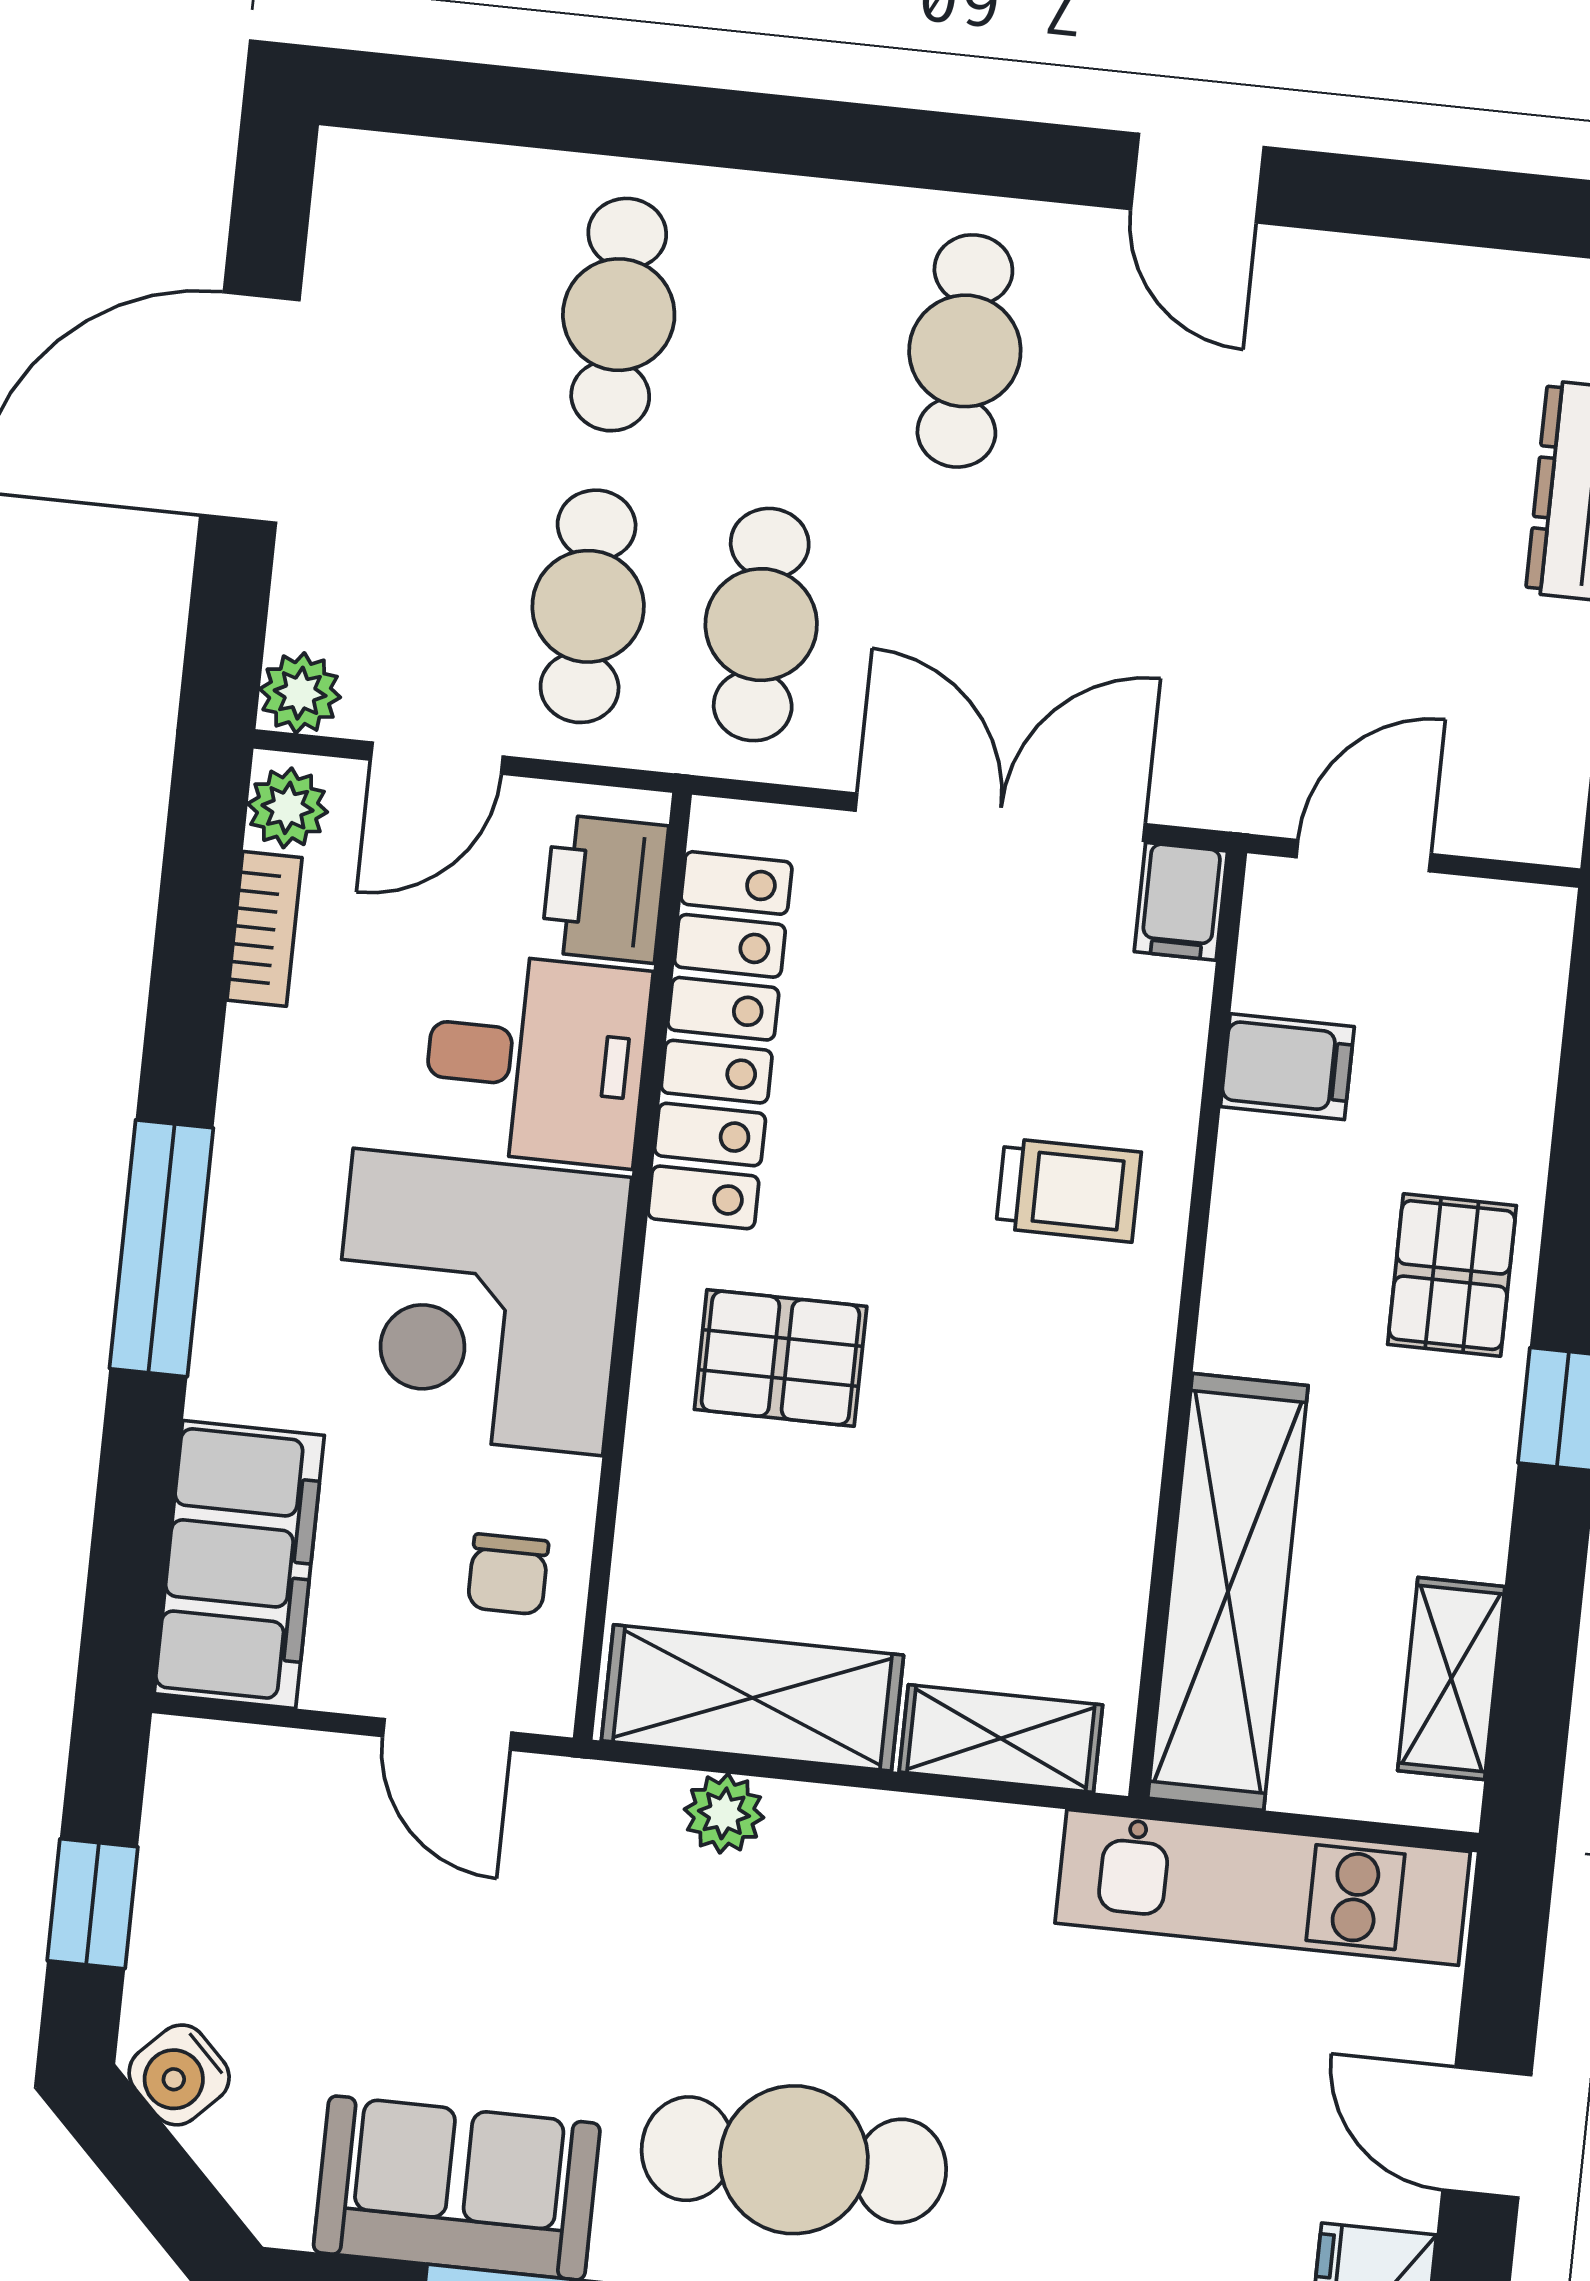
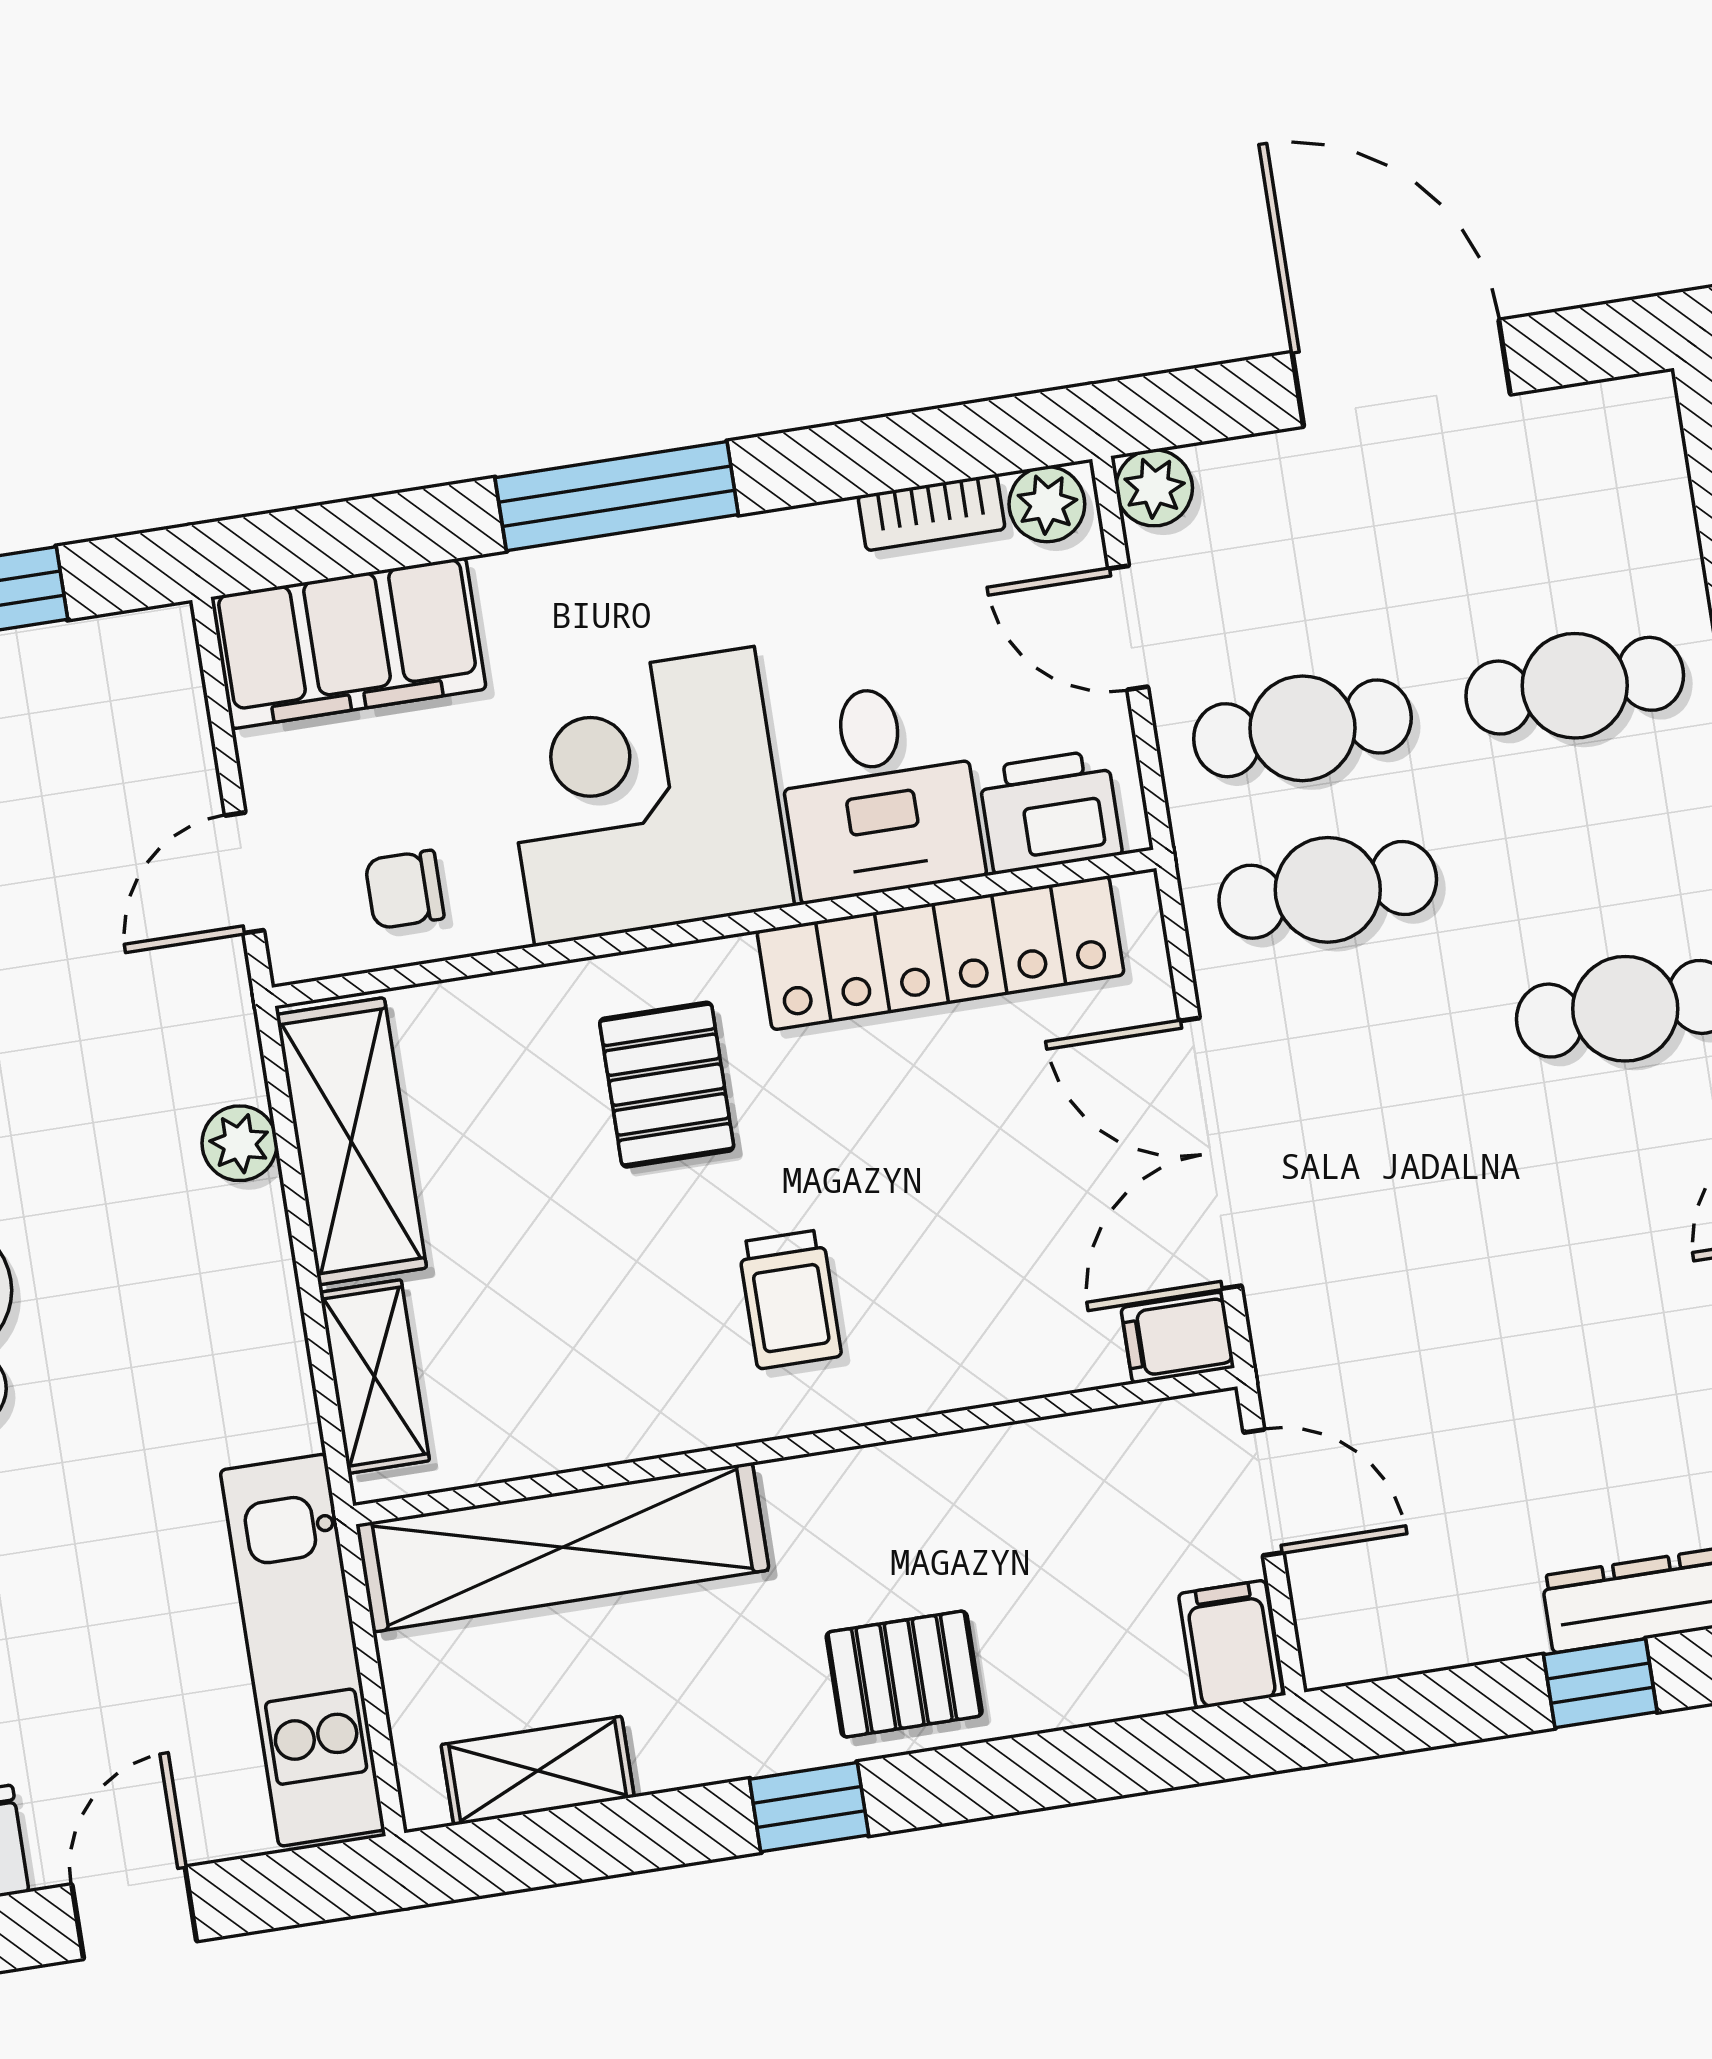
double door: (1000, 817) -> (1210, 1153), swing flipped
filing cabinet: (1287, 1067) -> (1231, 1645), moved, turned 180
trolley: (1069, 1190) -> (790, 1299), moved

